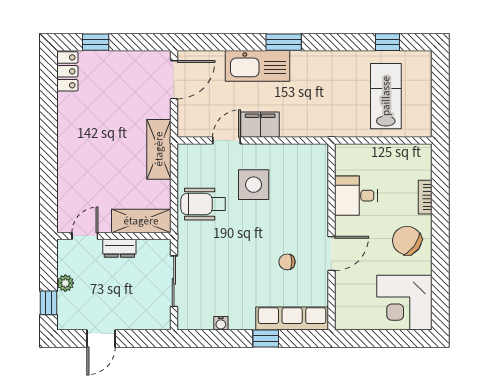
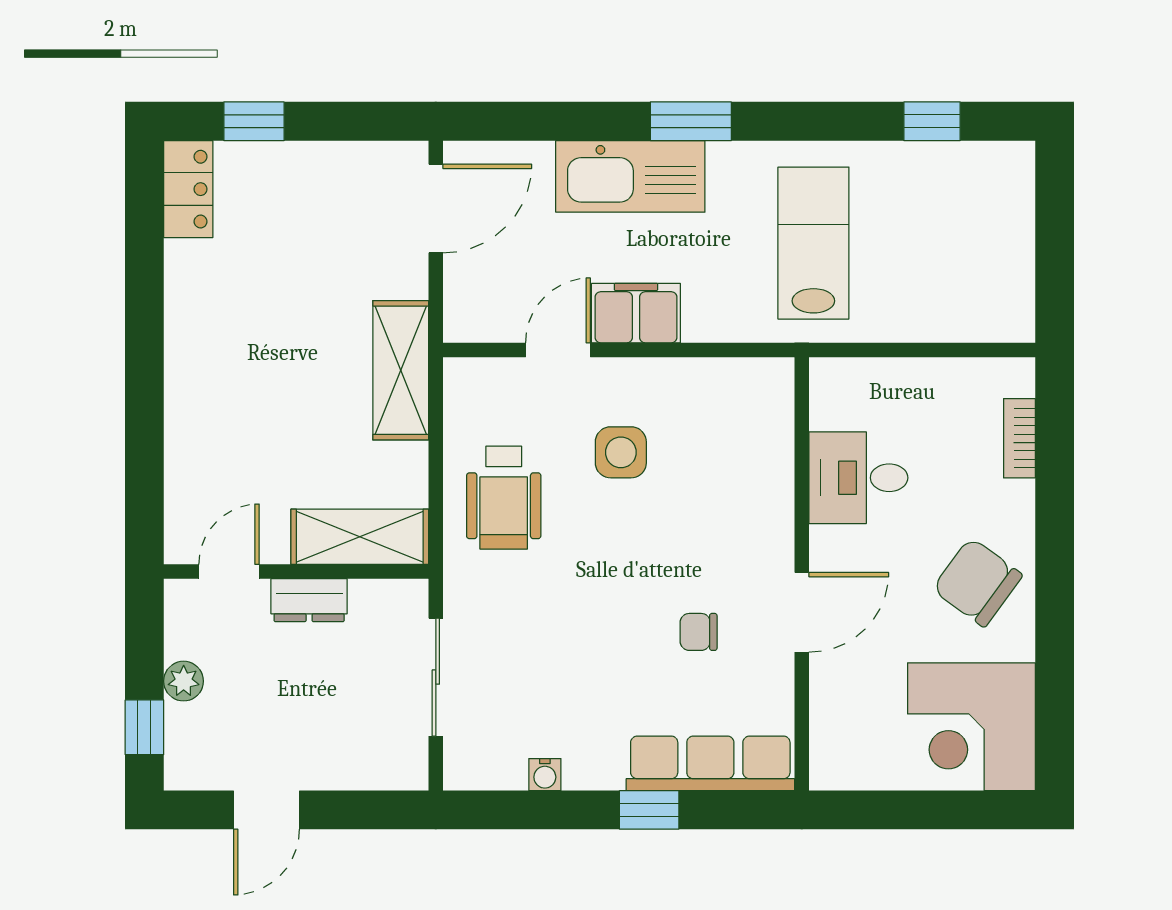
lab bench: (386, 96) -> (813, 243), moved
side table: (254, 185) -> (621, 452), width x0.73, depth x0.73
bookcase: (425, 197) -> (1019, 438), moved
wheelchair: (203, 204) -> (504, 498), turned -90

